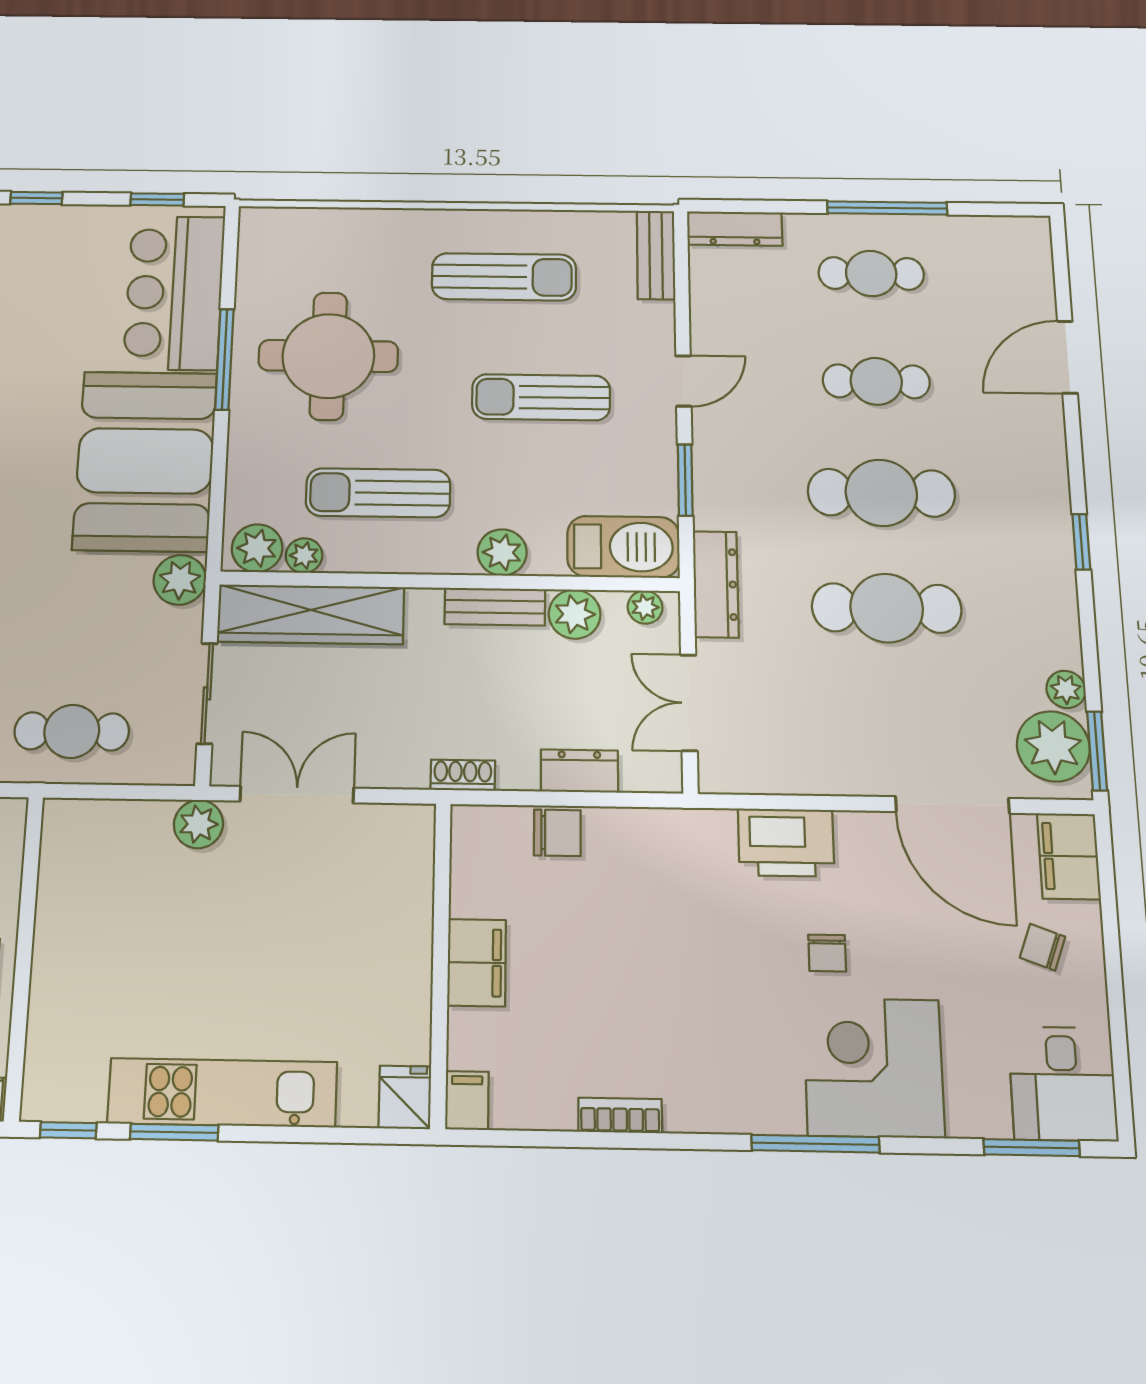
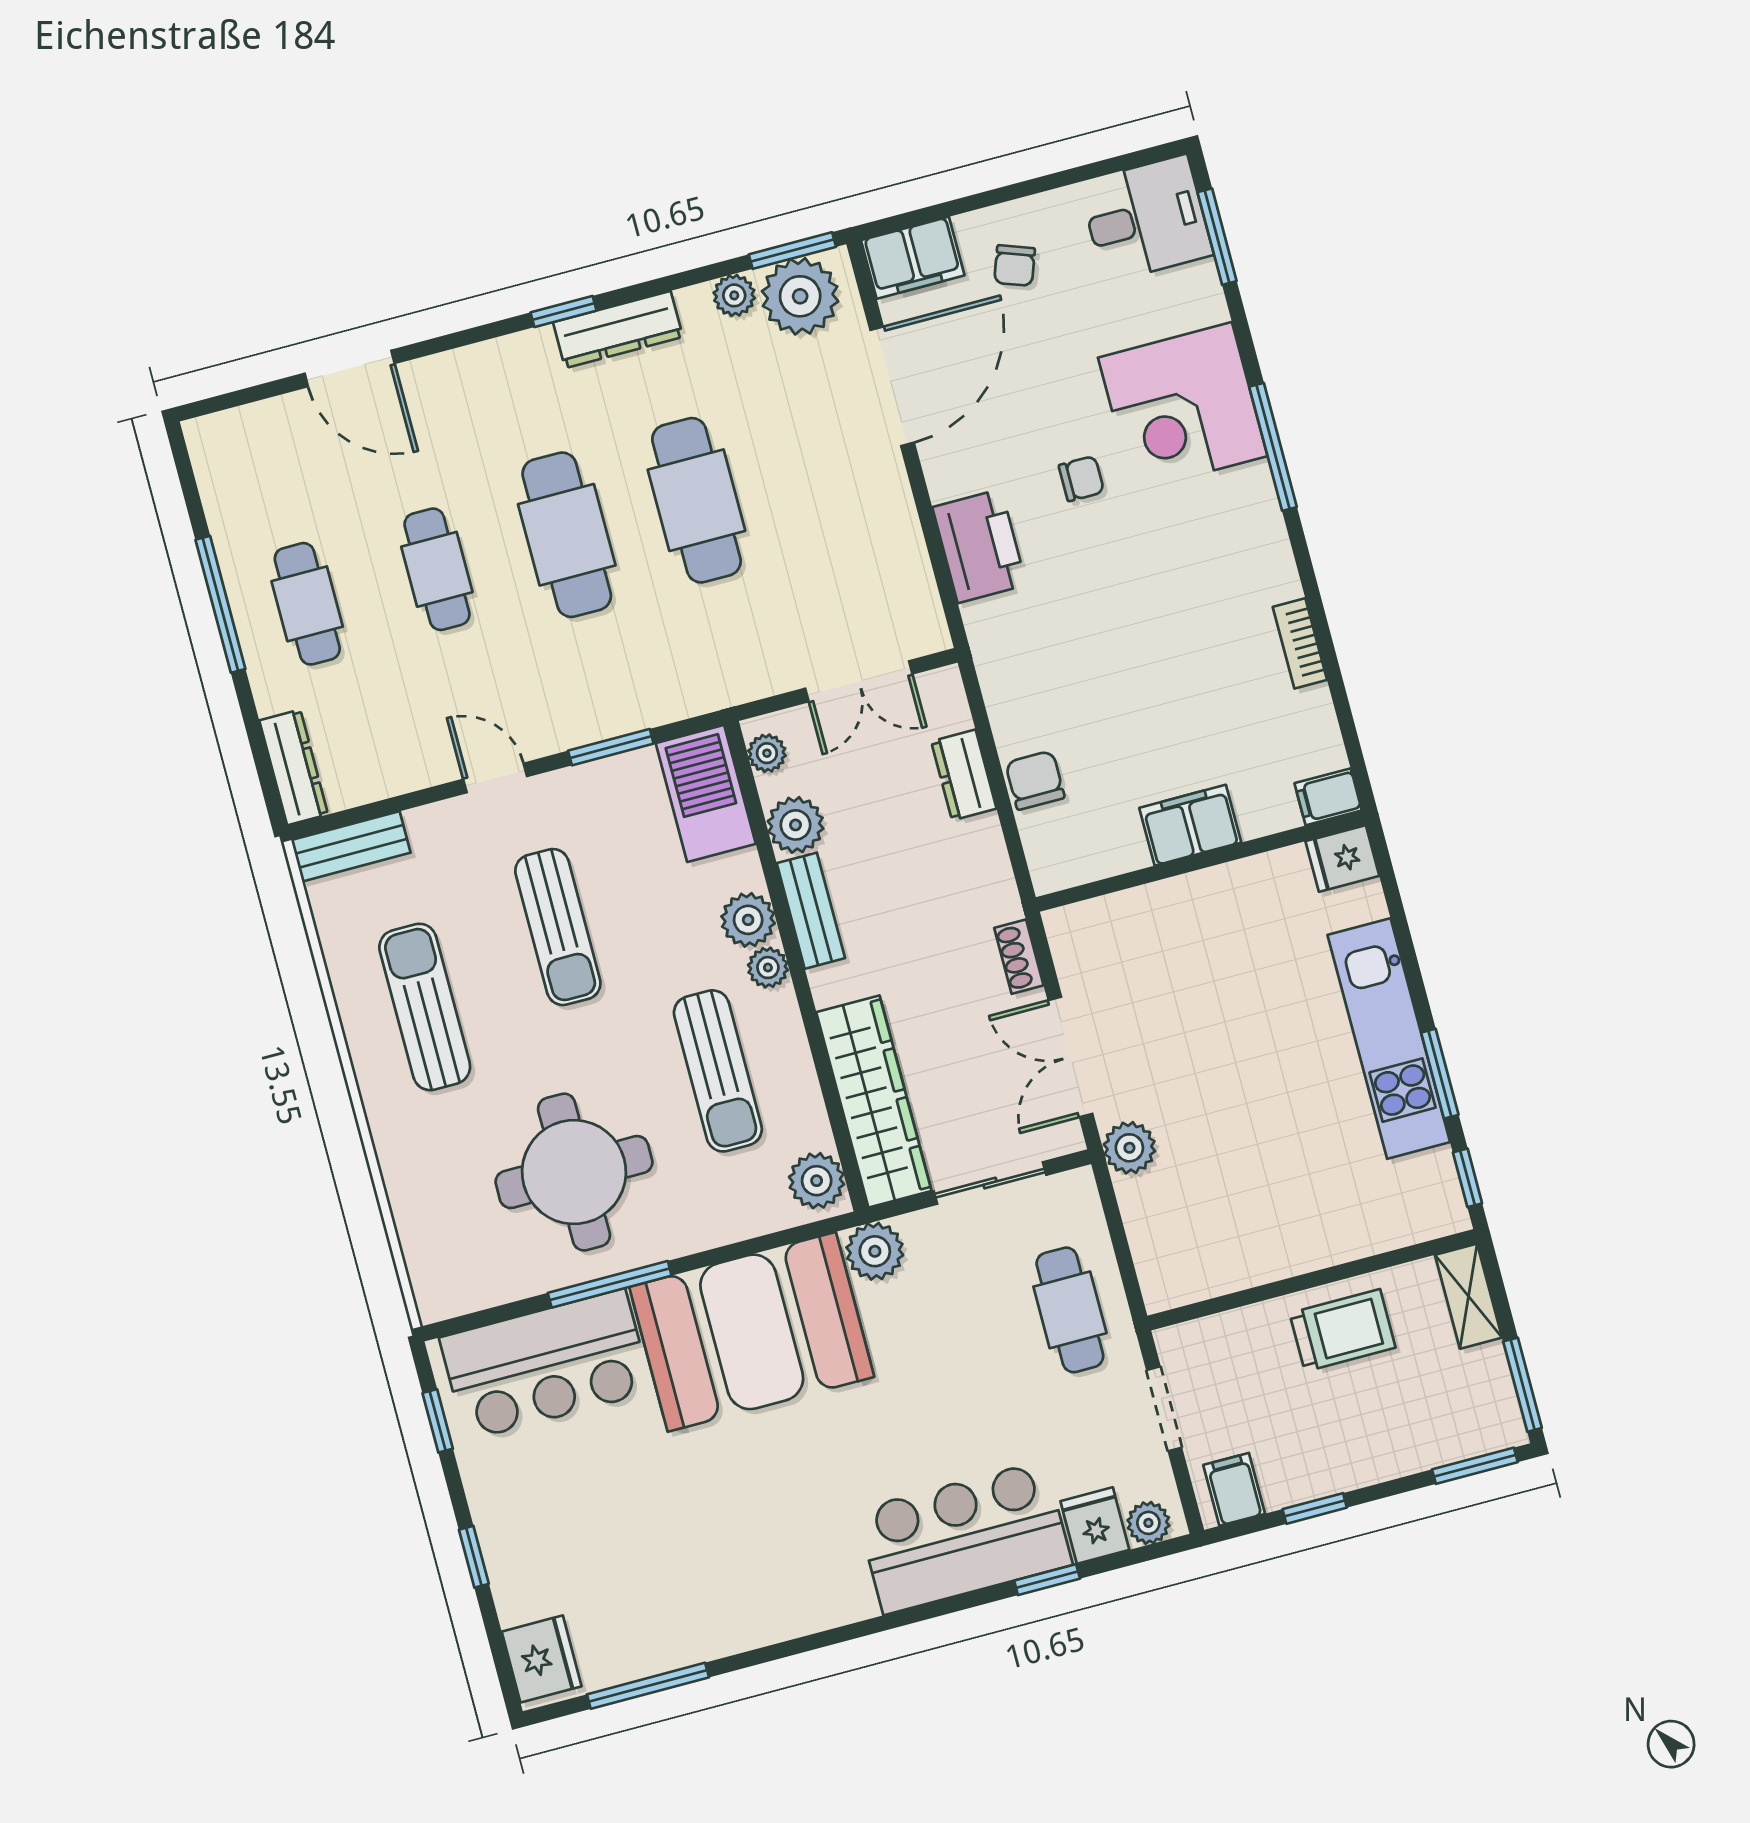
plant: (304, 555) -> (768, 968), moved
dresser: (716, 584) -> (618, 330), moved, turned 180
shoe rack: (463, 775) -> (1019, 957), moved

